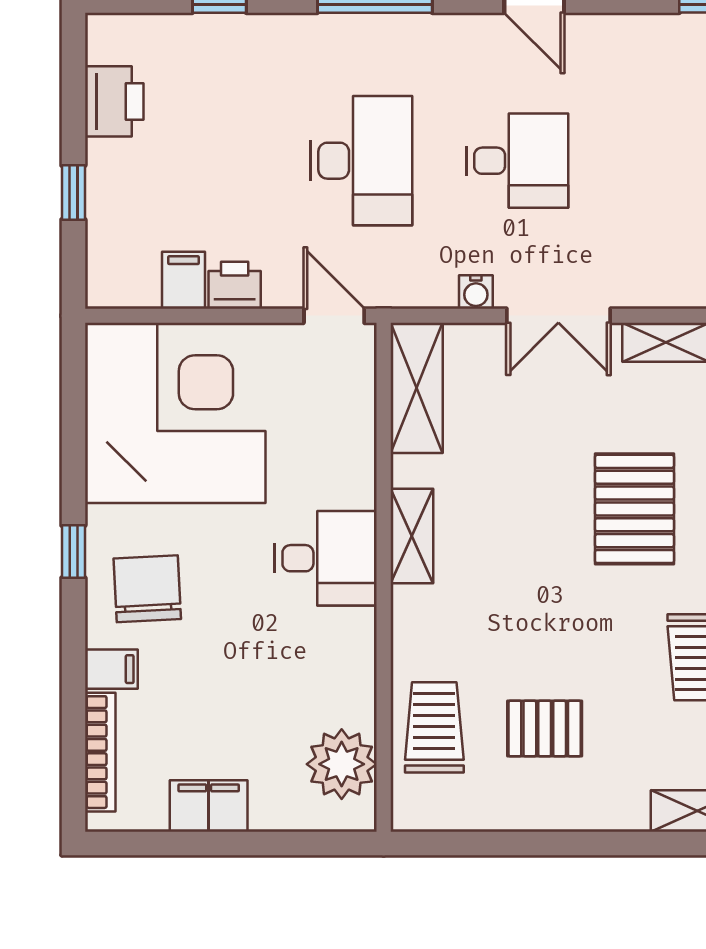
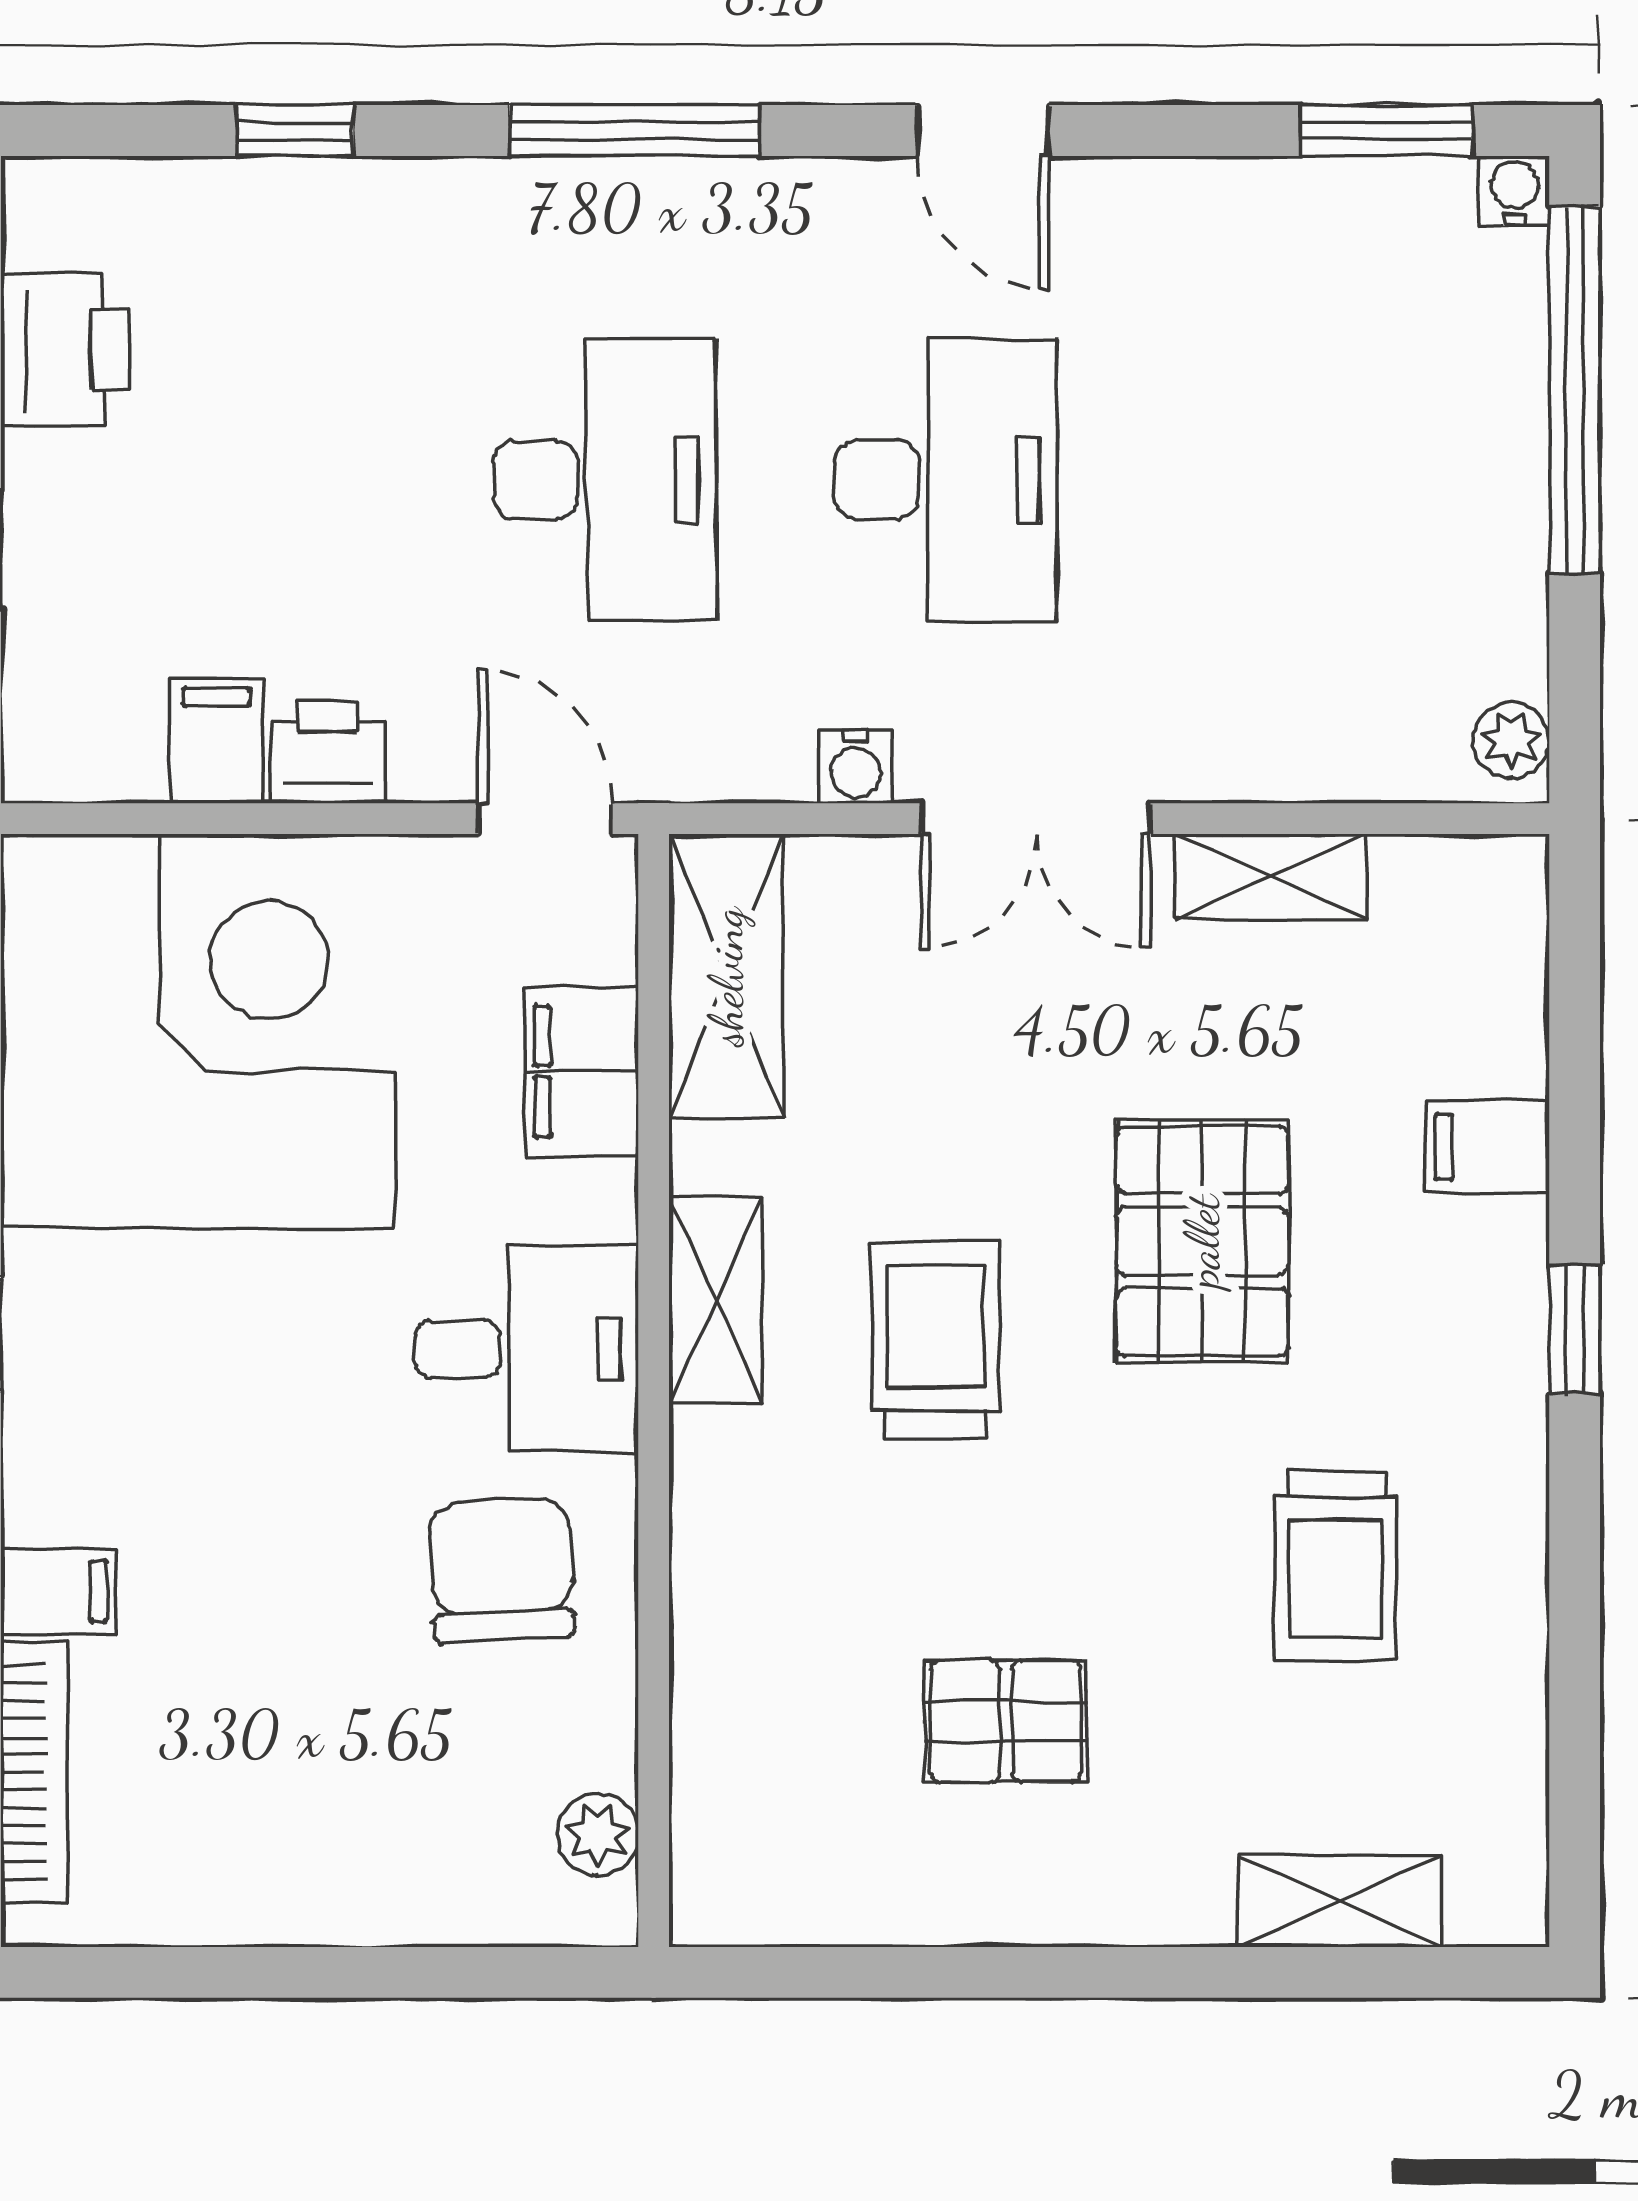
desk: (517, 161) -> (946, 480), width x1.37
chair: (147, 589) -> (501, 1570), moved
trolley: (434, 727) -> (936, 1340), moved
plant: (342, 764) -> (598, 1834), width x0.53, depth x0.53
filing cabinet: (209, 806) -> (582, 1071), moved, turned -90

